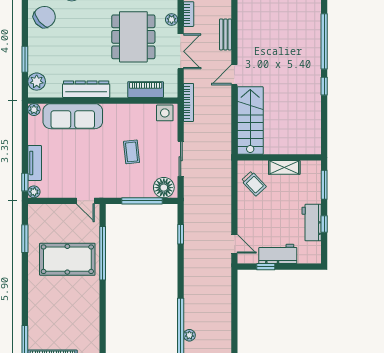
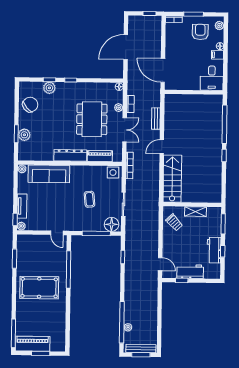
plant: (37, 82) -> (24, 135), moved
dresser: (86, 89) -> (70, 155), moved
pool table: (67, 259) -> (39, 288), moved

